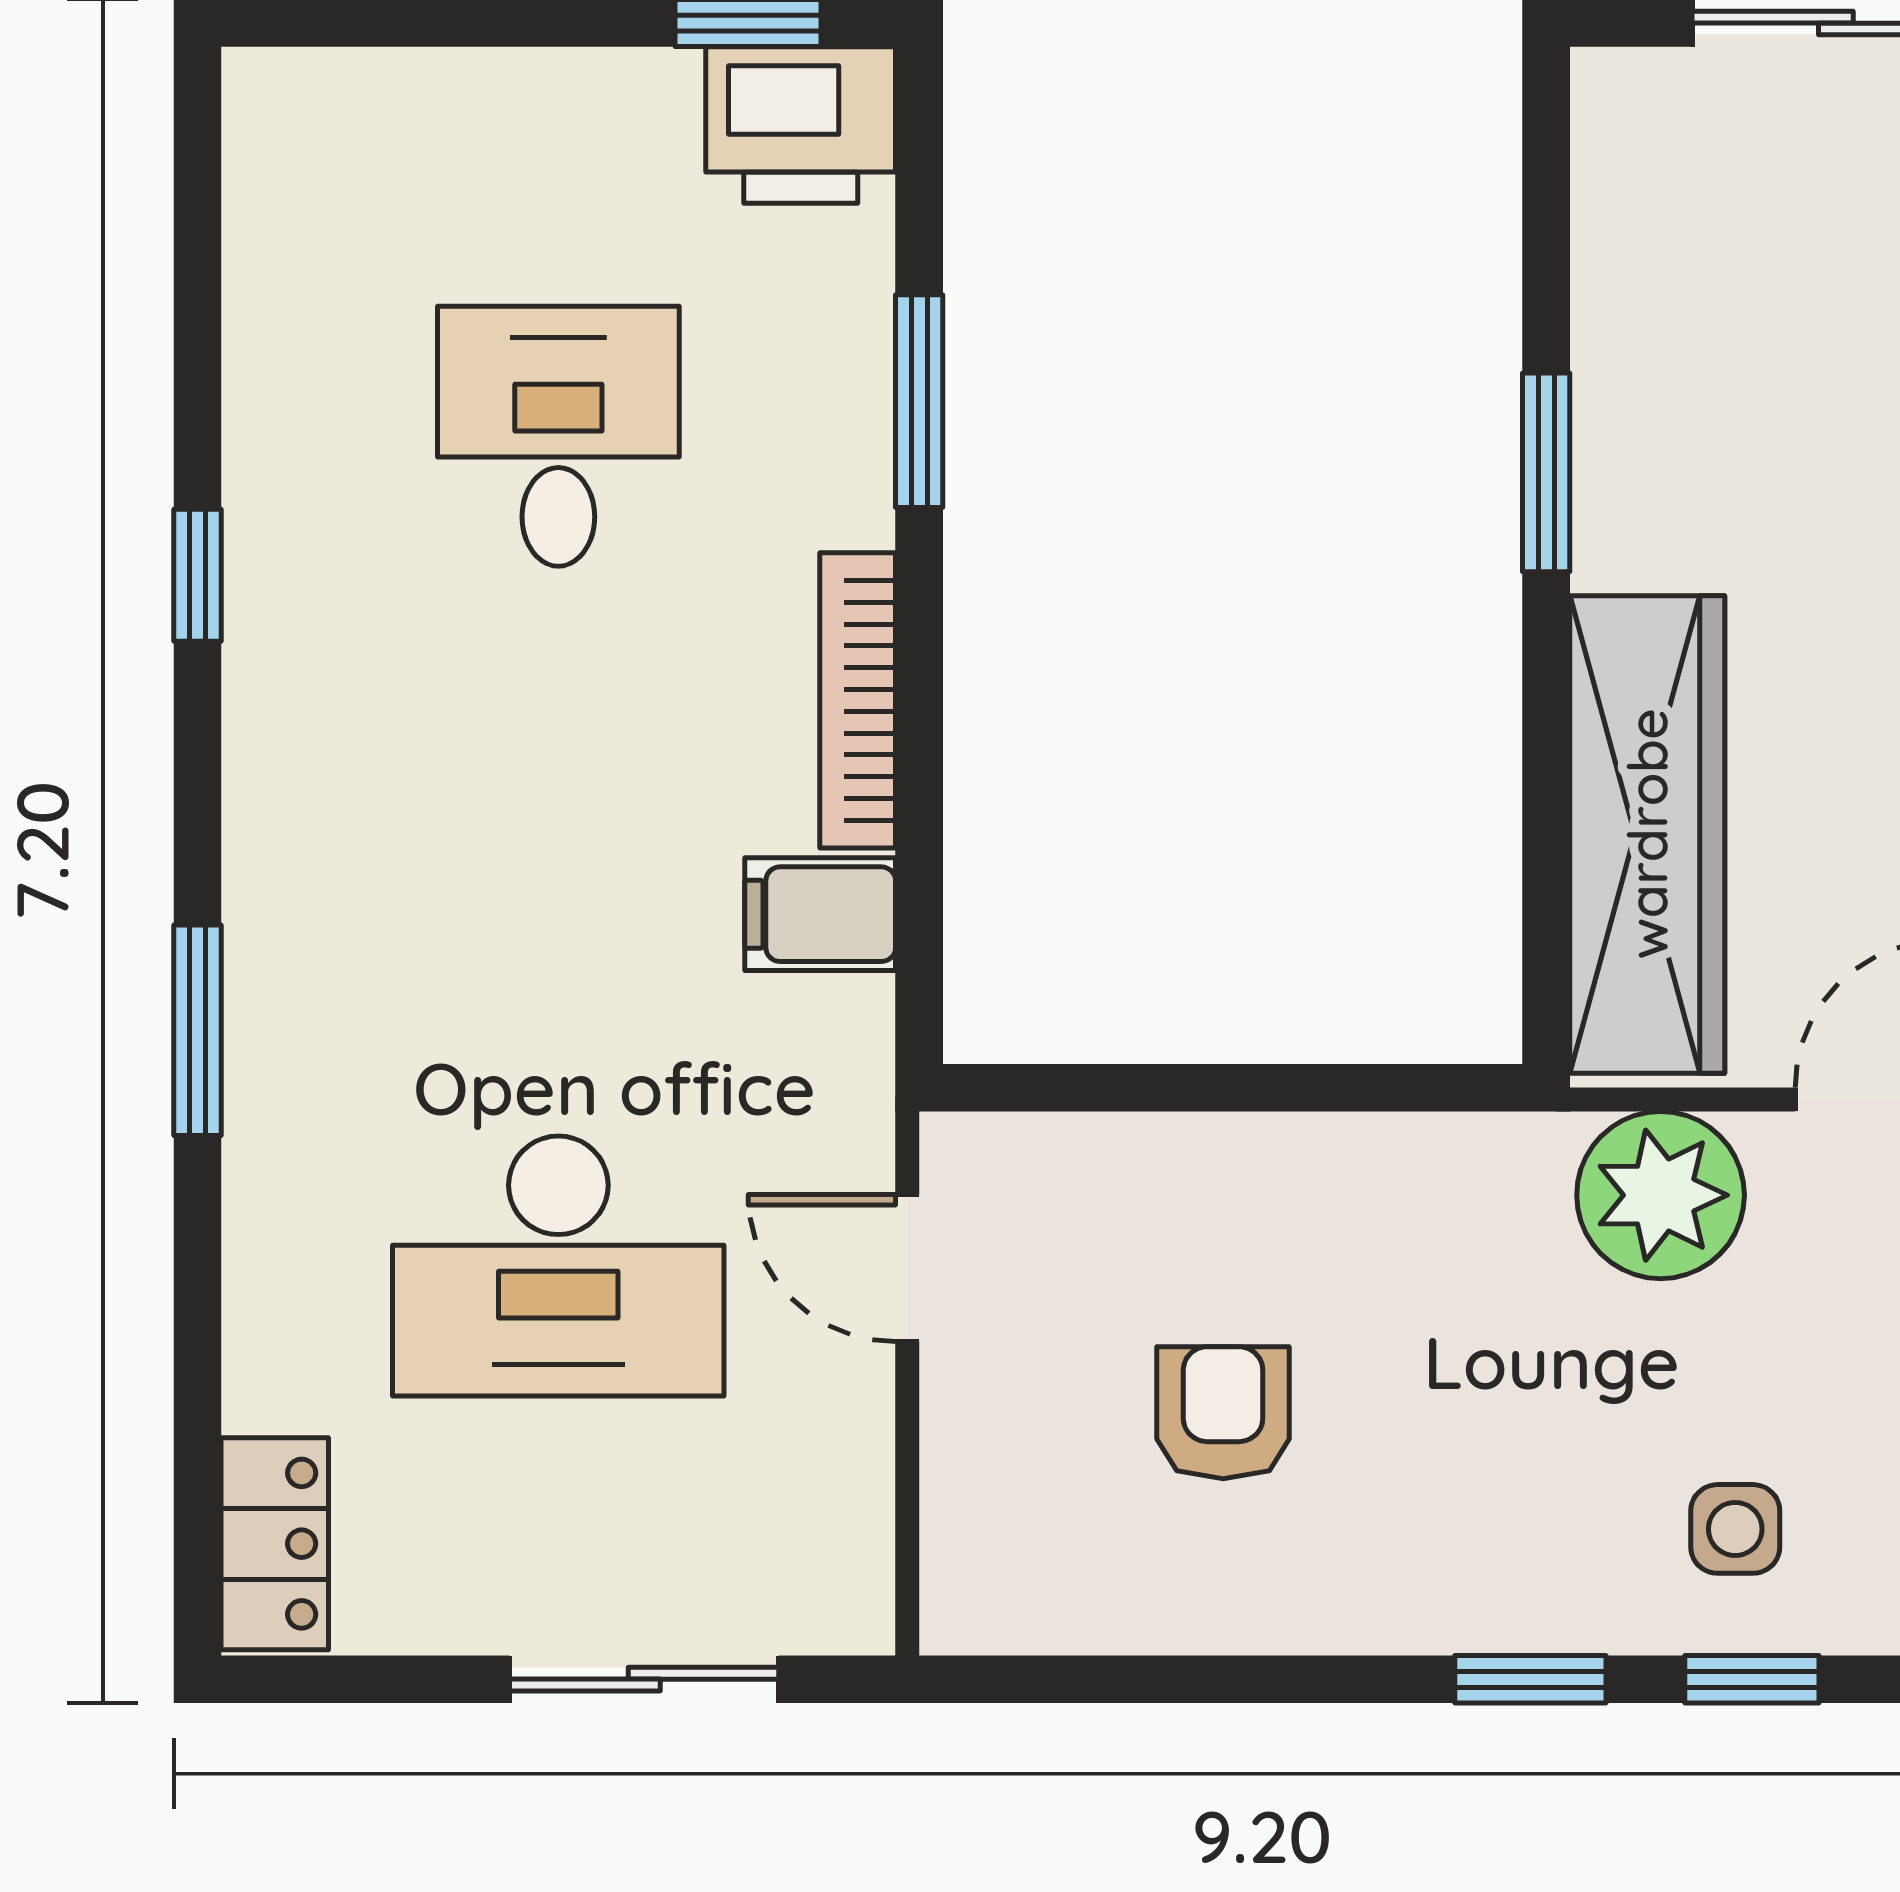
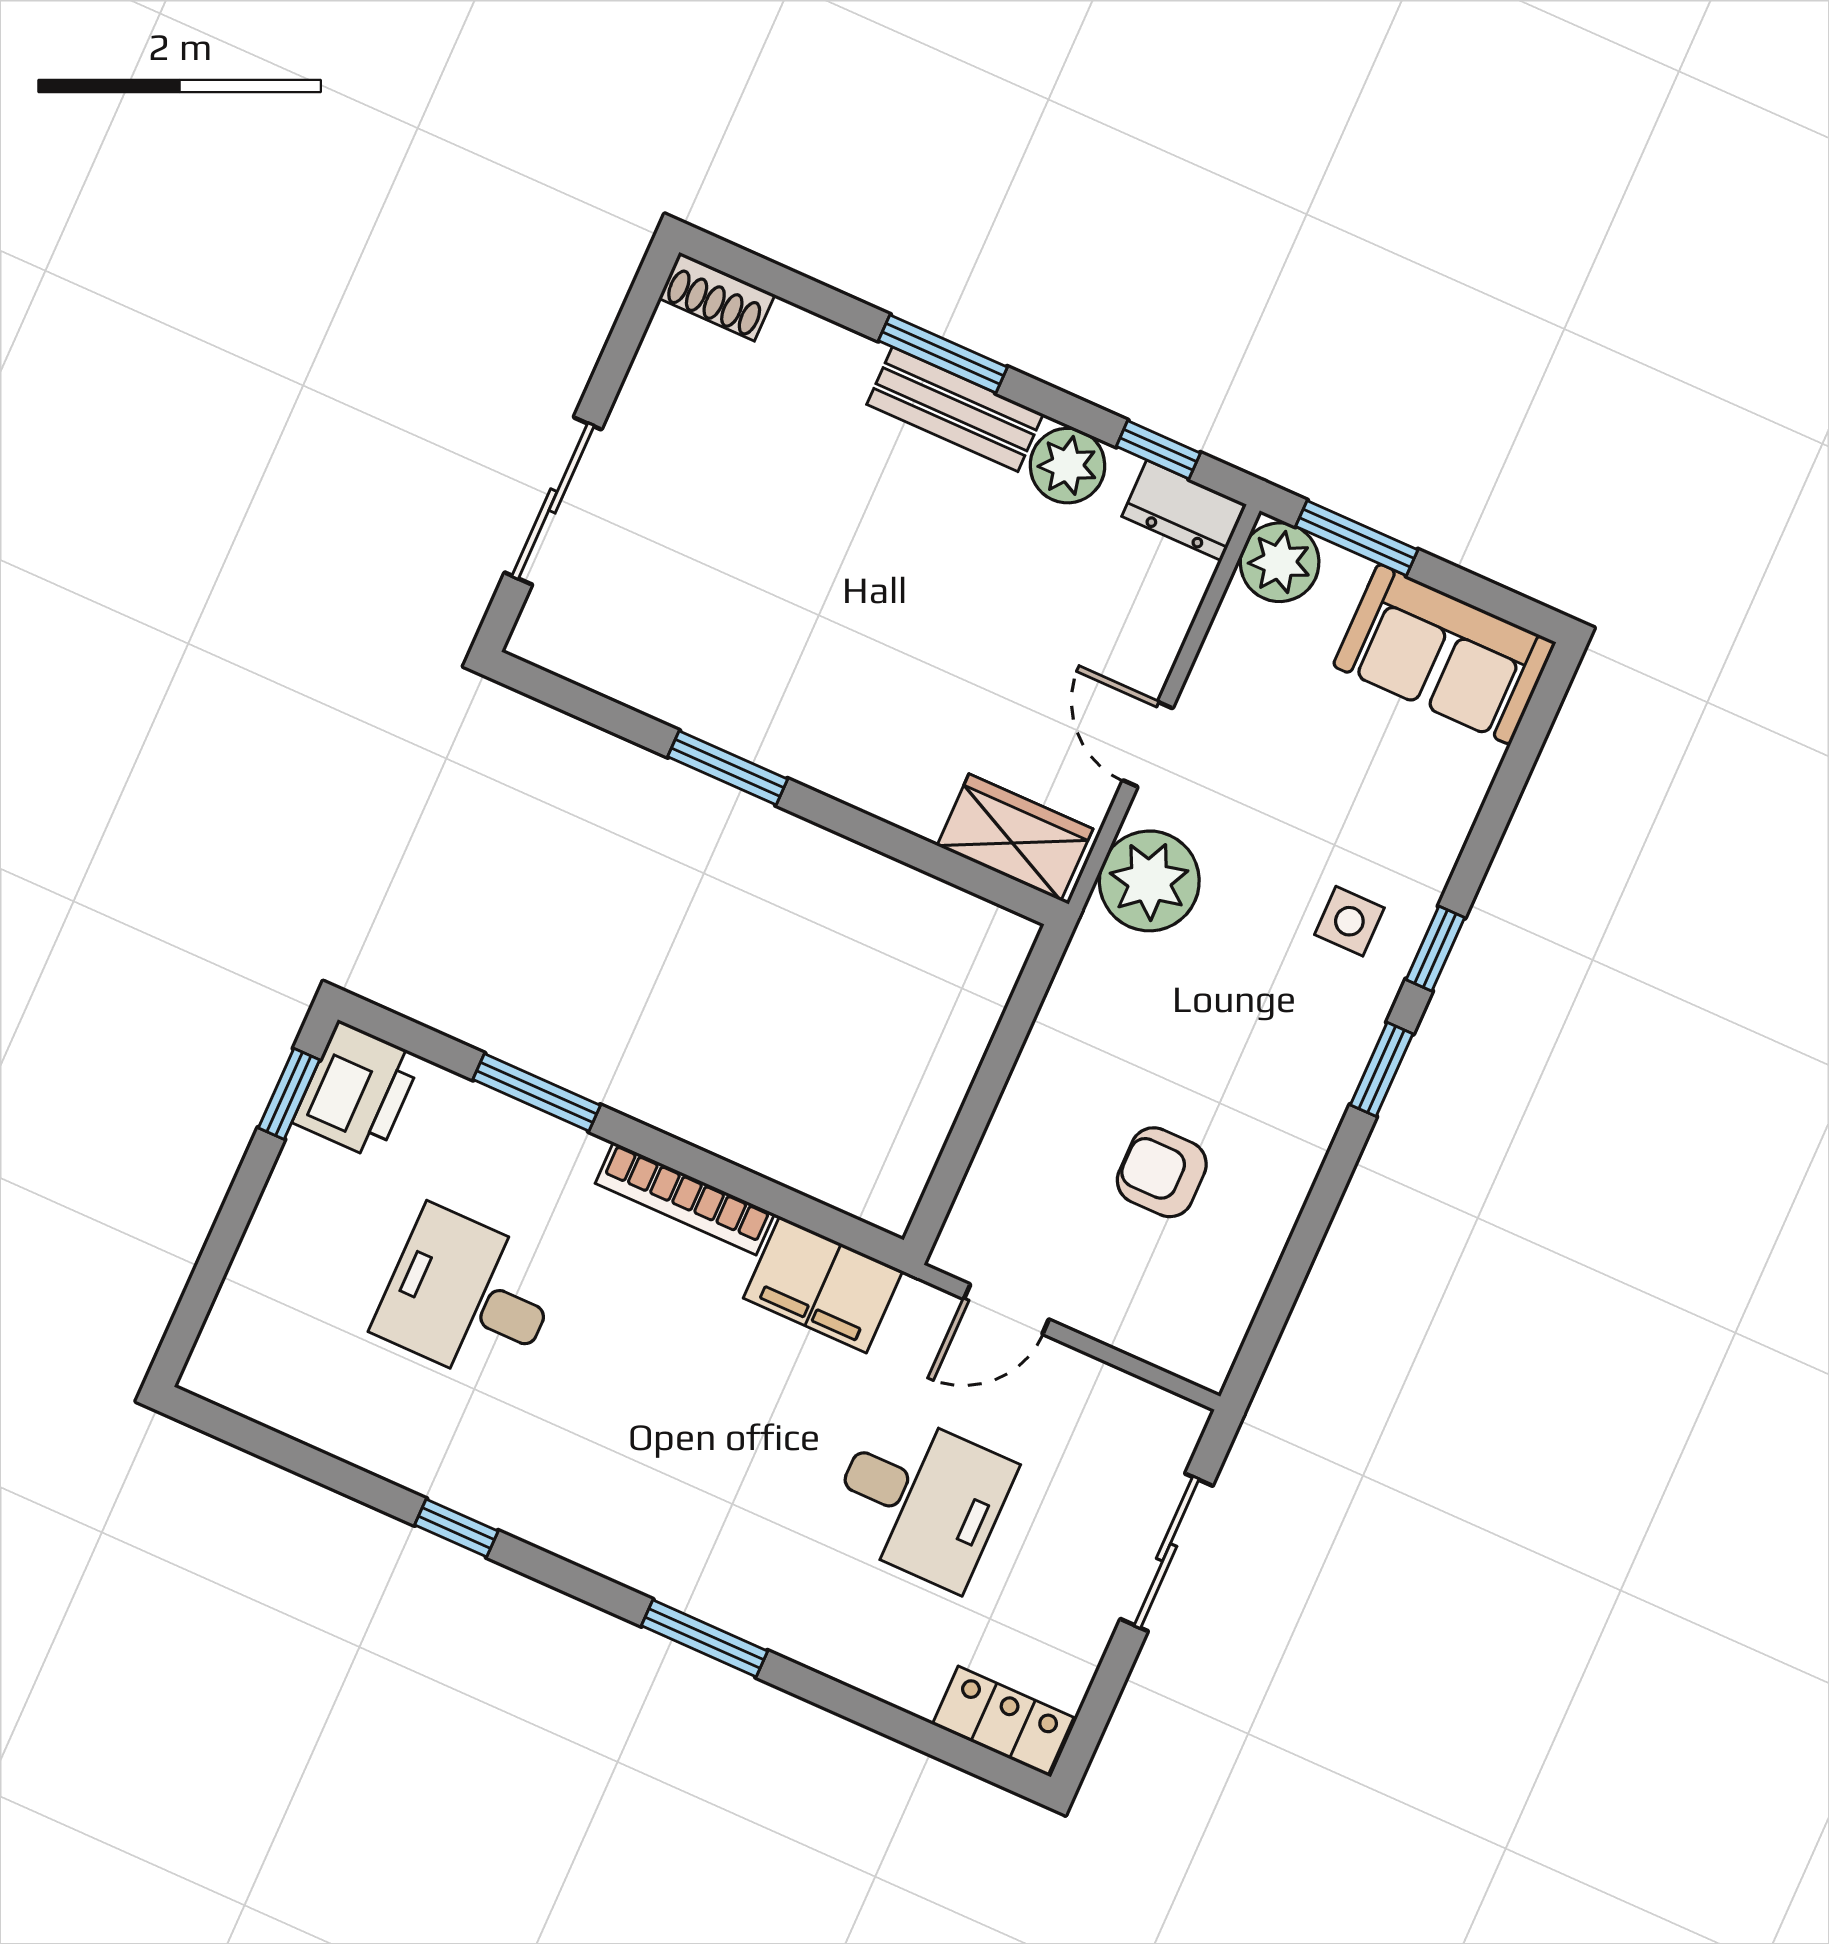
wardrobe: (1647, 834) -> (1015, 837), width x0.48, depth x0.85
filing cabinet: (820, 914) -> (823, 1285), width x2.00
desk: (558, 1266) -> (920, 1499), width x0.73

